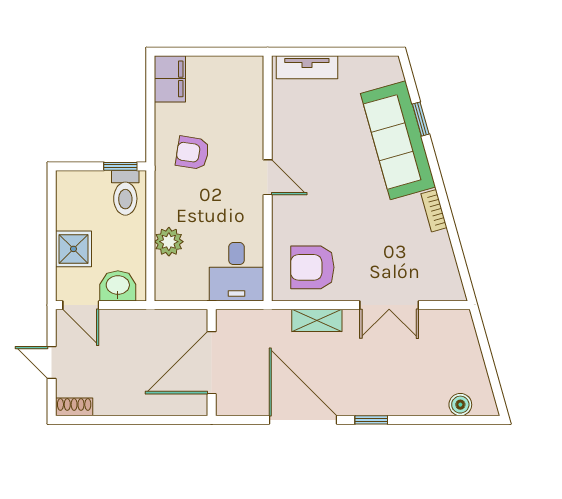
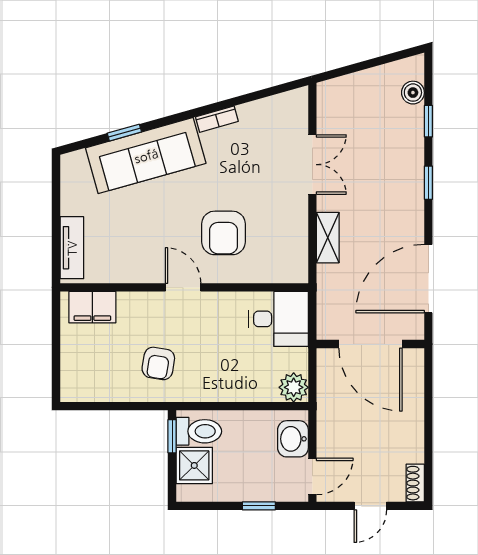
filing cabinet: (170, 79) -> (92, 307), moved, turned 180
door: (268, 177) -> (183, 287), hinge flipped
plant: (169, 242) -> (294, 387), moved
shower: (73, 249) -> (194, 465), moved
window: (52, 252) -> (259, 506), added
armchair: (312, 267) -> (223, 233), moved
door: (303, 420) -> (428, 279), moved
window: (432, 420) -> (428, 121), added

